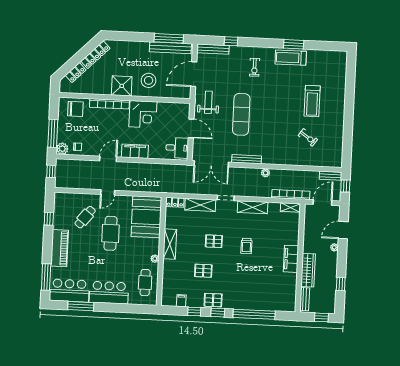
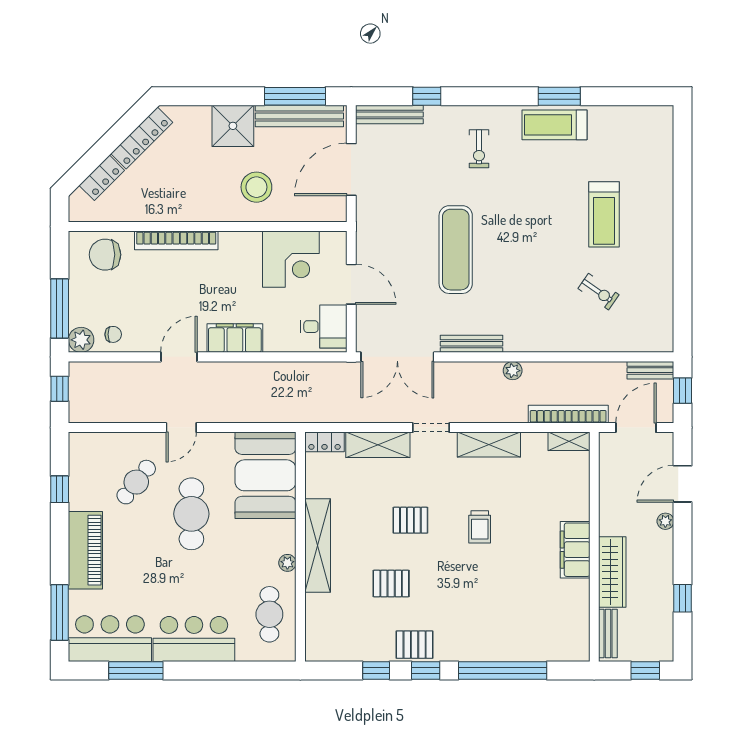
shower: (122, 86) -> (233, 126), moved
weight bench: (208, 102) -> (385, 227), removed
chair: (75, 109) -> (105, 255), turned 180
corner desk: (143, 114) -> (291, 259), moved
shelving: (170, 244) -> (318, 545), width x1.47
filing cabinet: (181, 301) -> (347, 649), removed

